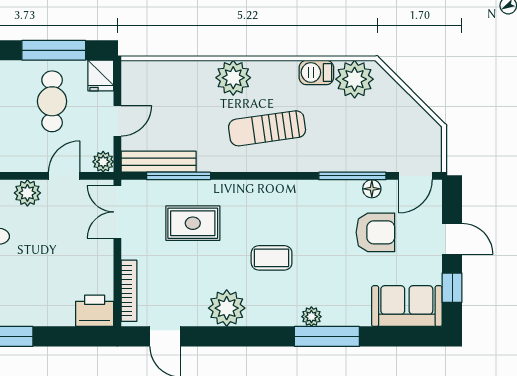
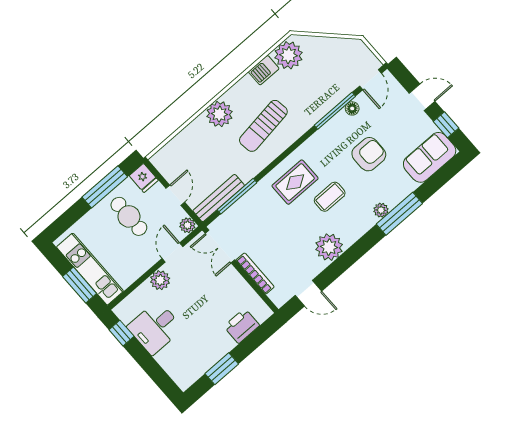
rug: (193, 223) -> (295, 182), moved
armchair: (375, 232) -> (369, 154), moved
bookcase: (129, 291) -> (255, 273), moved
printer: (95, 311) -> (242, 326), moved

